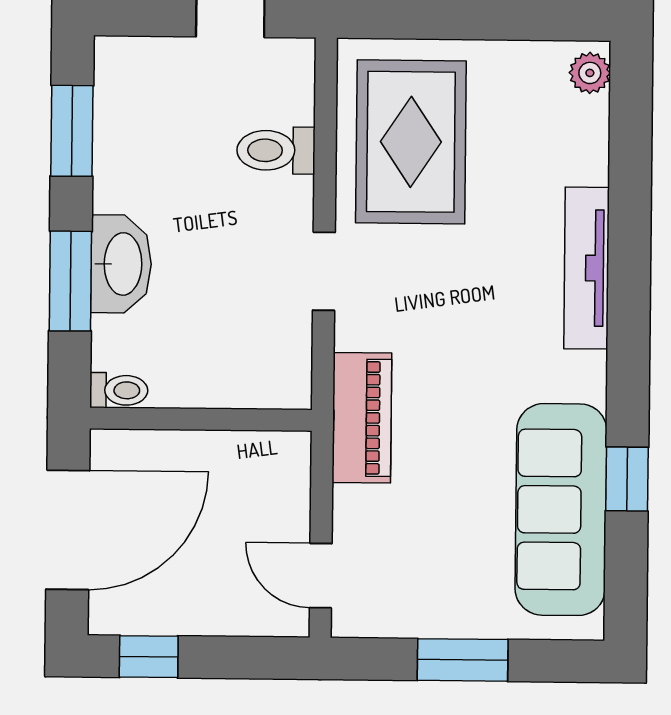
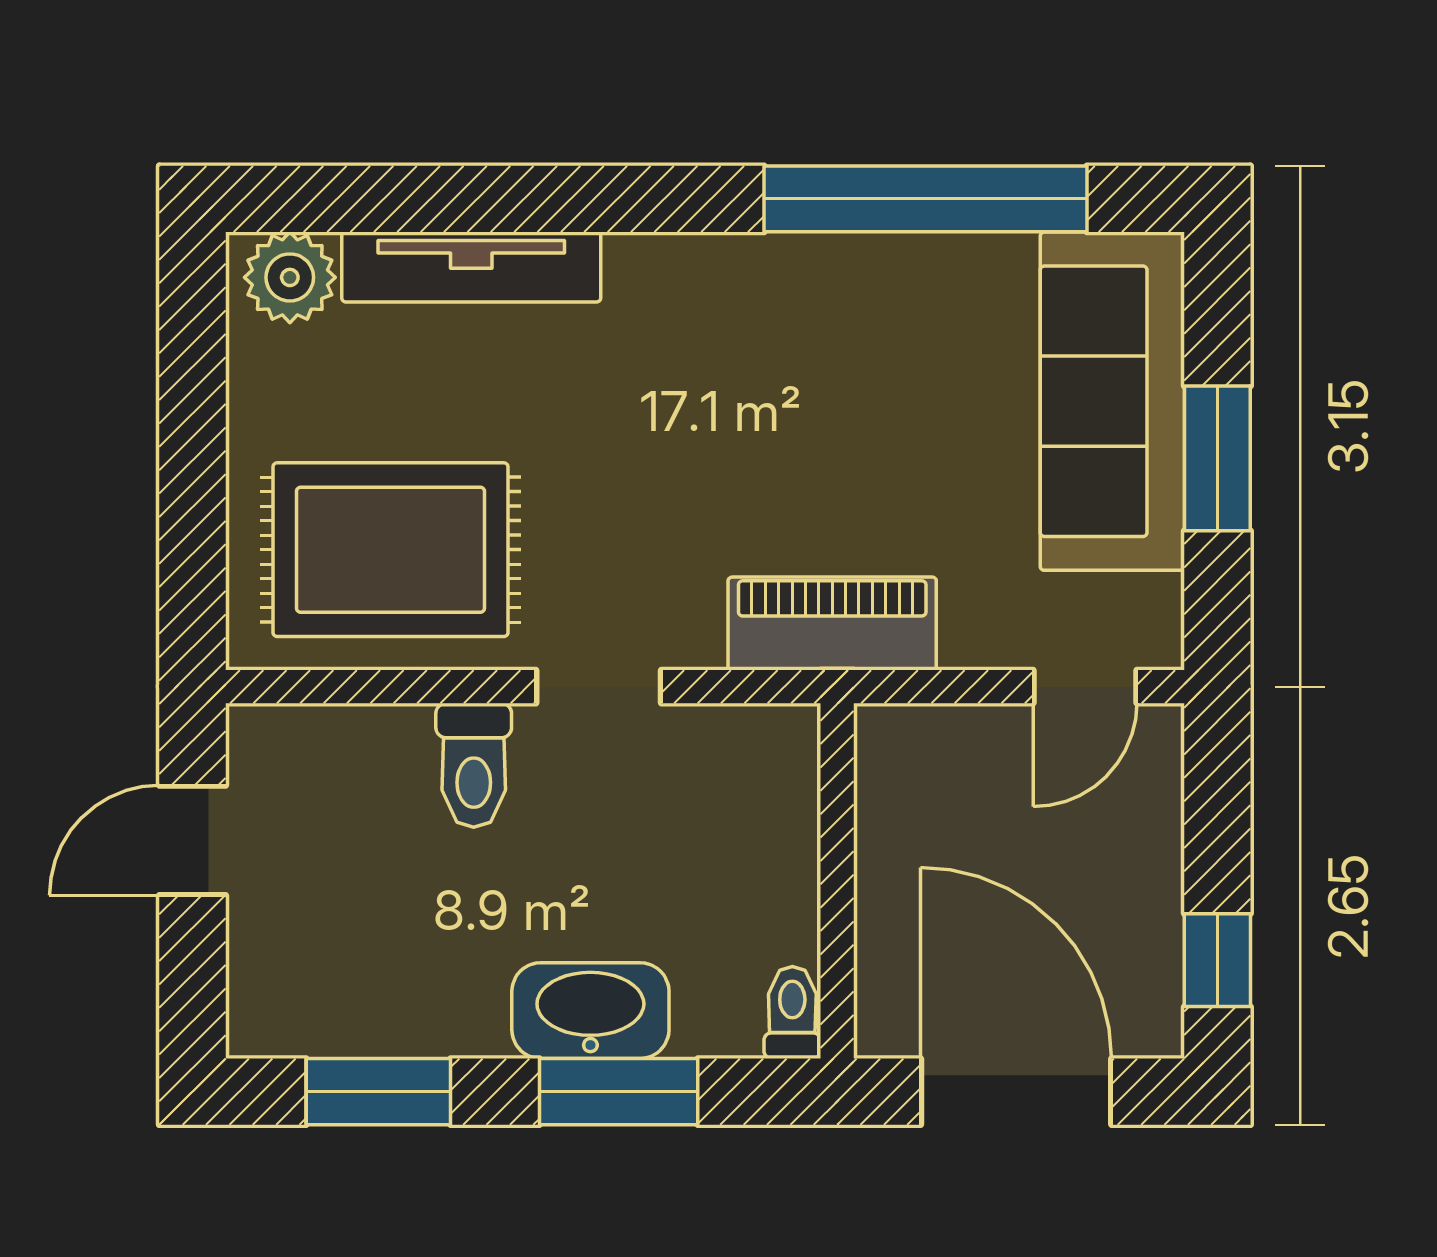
plant: (590, 73) -> (290, 277), width x1.38, depth x1.38
toilet: (276, 150) -> (474, 765), moved
tv unit: (587, 268) -> (471, 267), moved
window: (627, 479) -> (925, 199), width x3.17
sofa: (561, 510) -> (1112, 401), moved, turned 90

